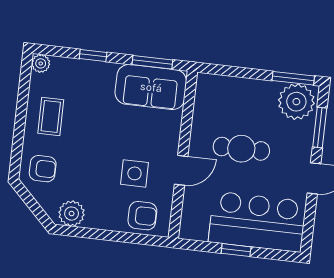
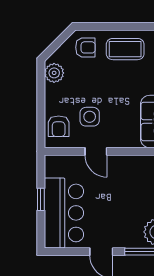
coffee table: (51, 117) -> (125, 49), width x1.36, depth x1.30
cafe table: (241, 149) -> (117, 195), removed
armchair: (43, 169) -> (85, 47), turned -90

